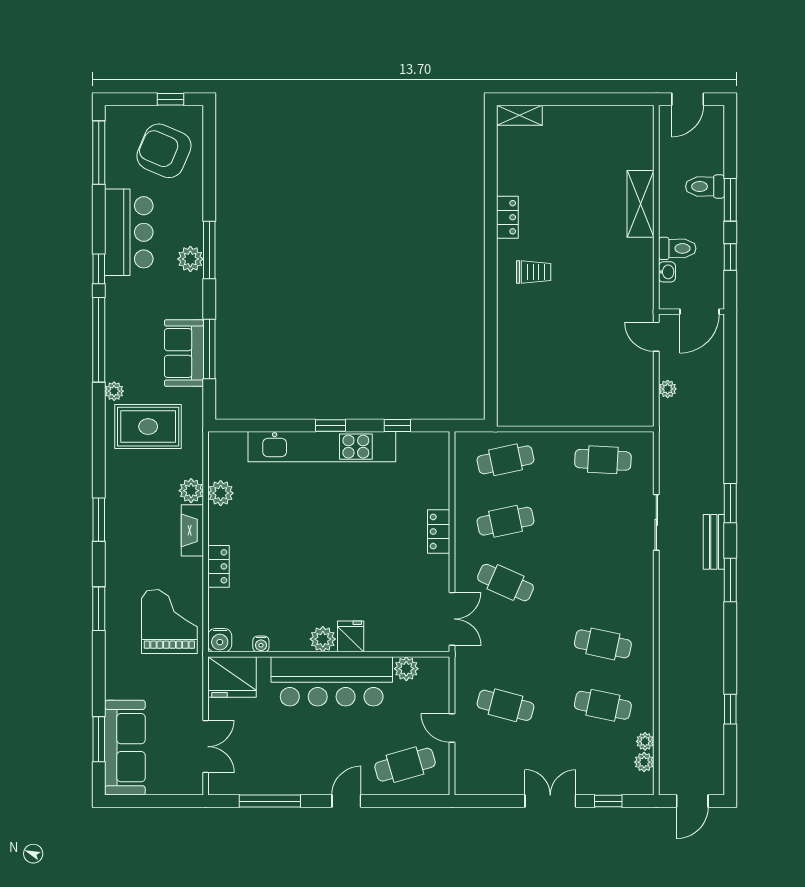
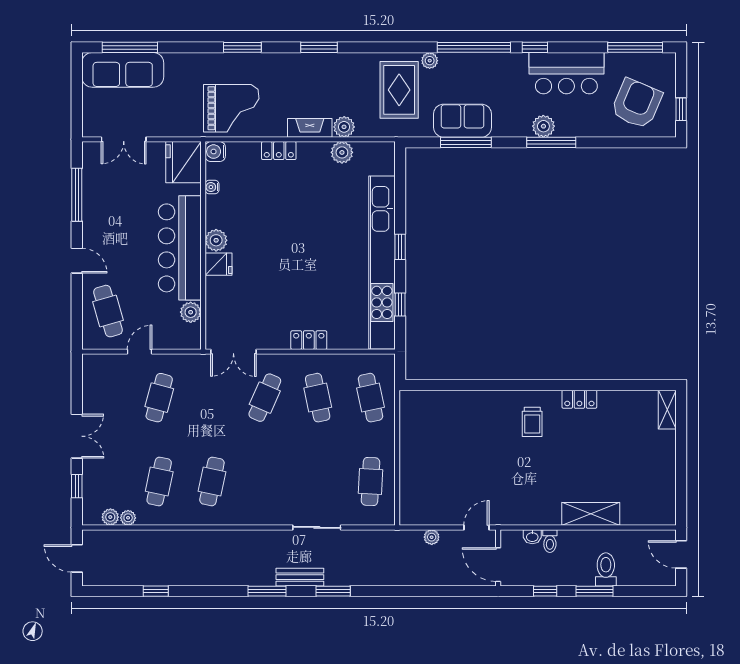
toilet: (677, 248) -> (550, 541), width x0.73, depth x0.72
kitchen unit: (322, 447) -> (382, 263), width x1.36
window: (99, 739) -> (130, 47), width x1.44

